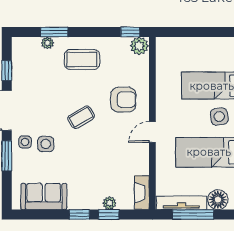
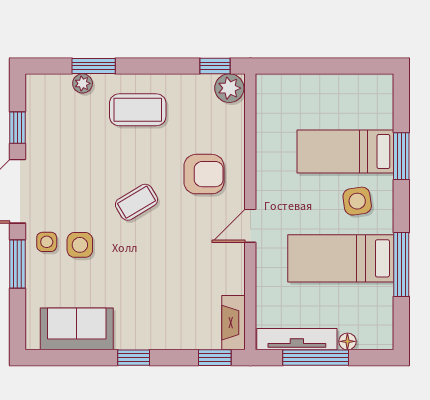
floor lamp: (218, 200) -> (347, 341), width x0.53, depth x0.53
plant: (110, 203) -> (182, 339), removed
window: (109, 214) -> (215, 358), moved

